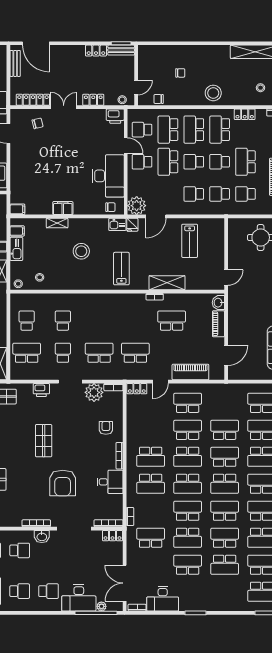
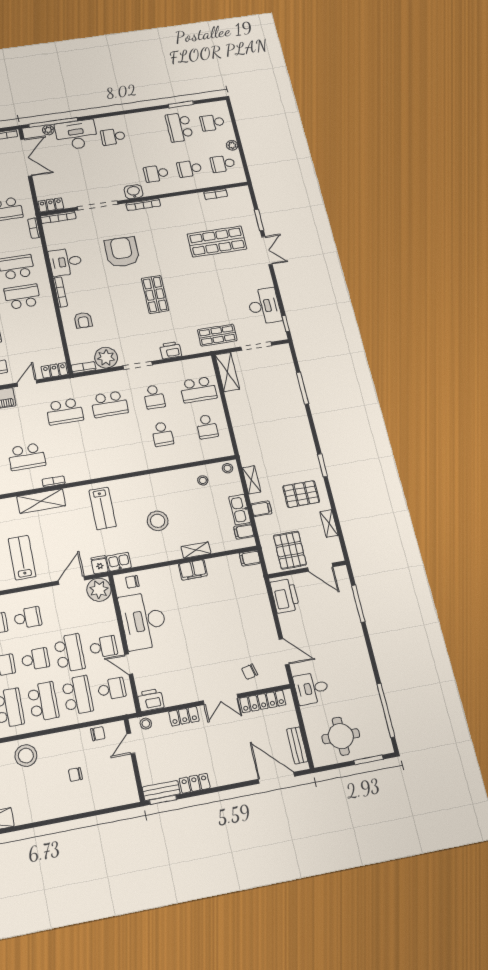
school desk: (20, 591) -> (146, 132), removed

